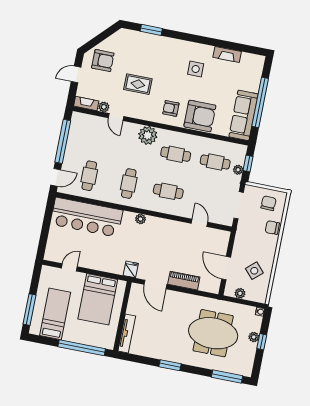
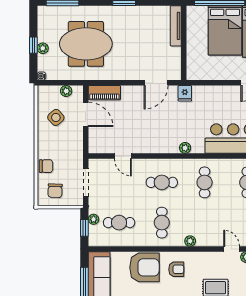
armchair: (200, 116) -> (144, 267), turned 180
plant: (148, 135) -> (190, 241), width x0.53, depth x0.53
cafe table: (176, 154) -> (162, 223), turned 90
piano: (184, 281) -> (104, 93), moved
door: (155, 284) -> (156, 83), swing flipped
bed: (98, 299) -> (225, 30), moved, turned 180

